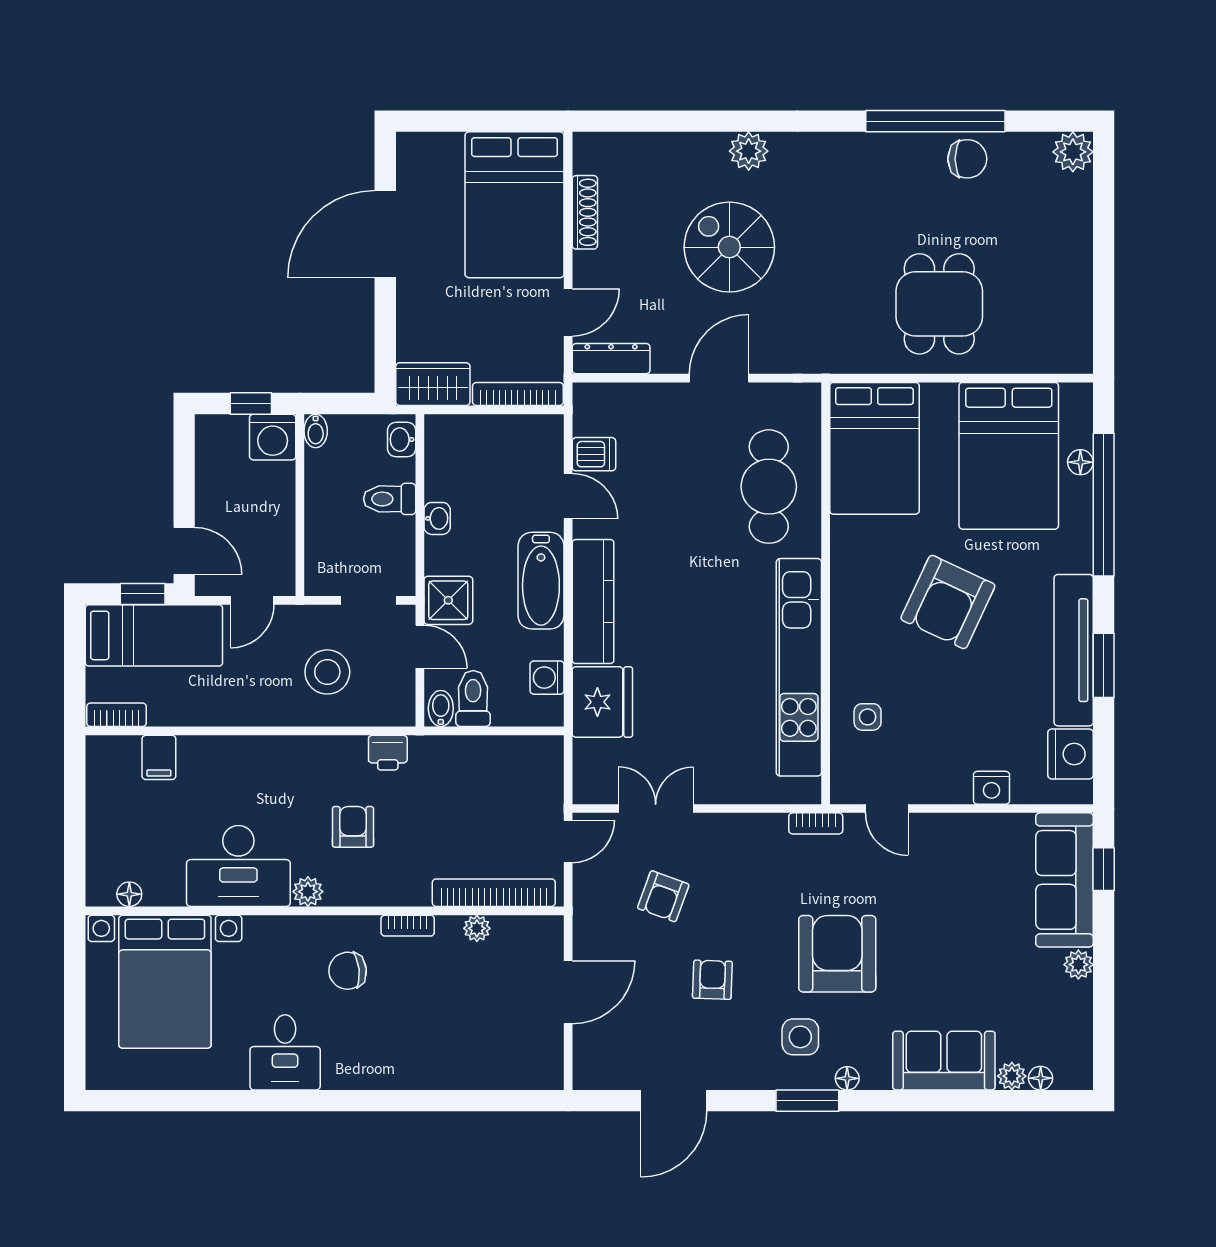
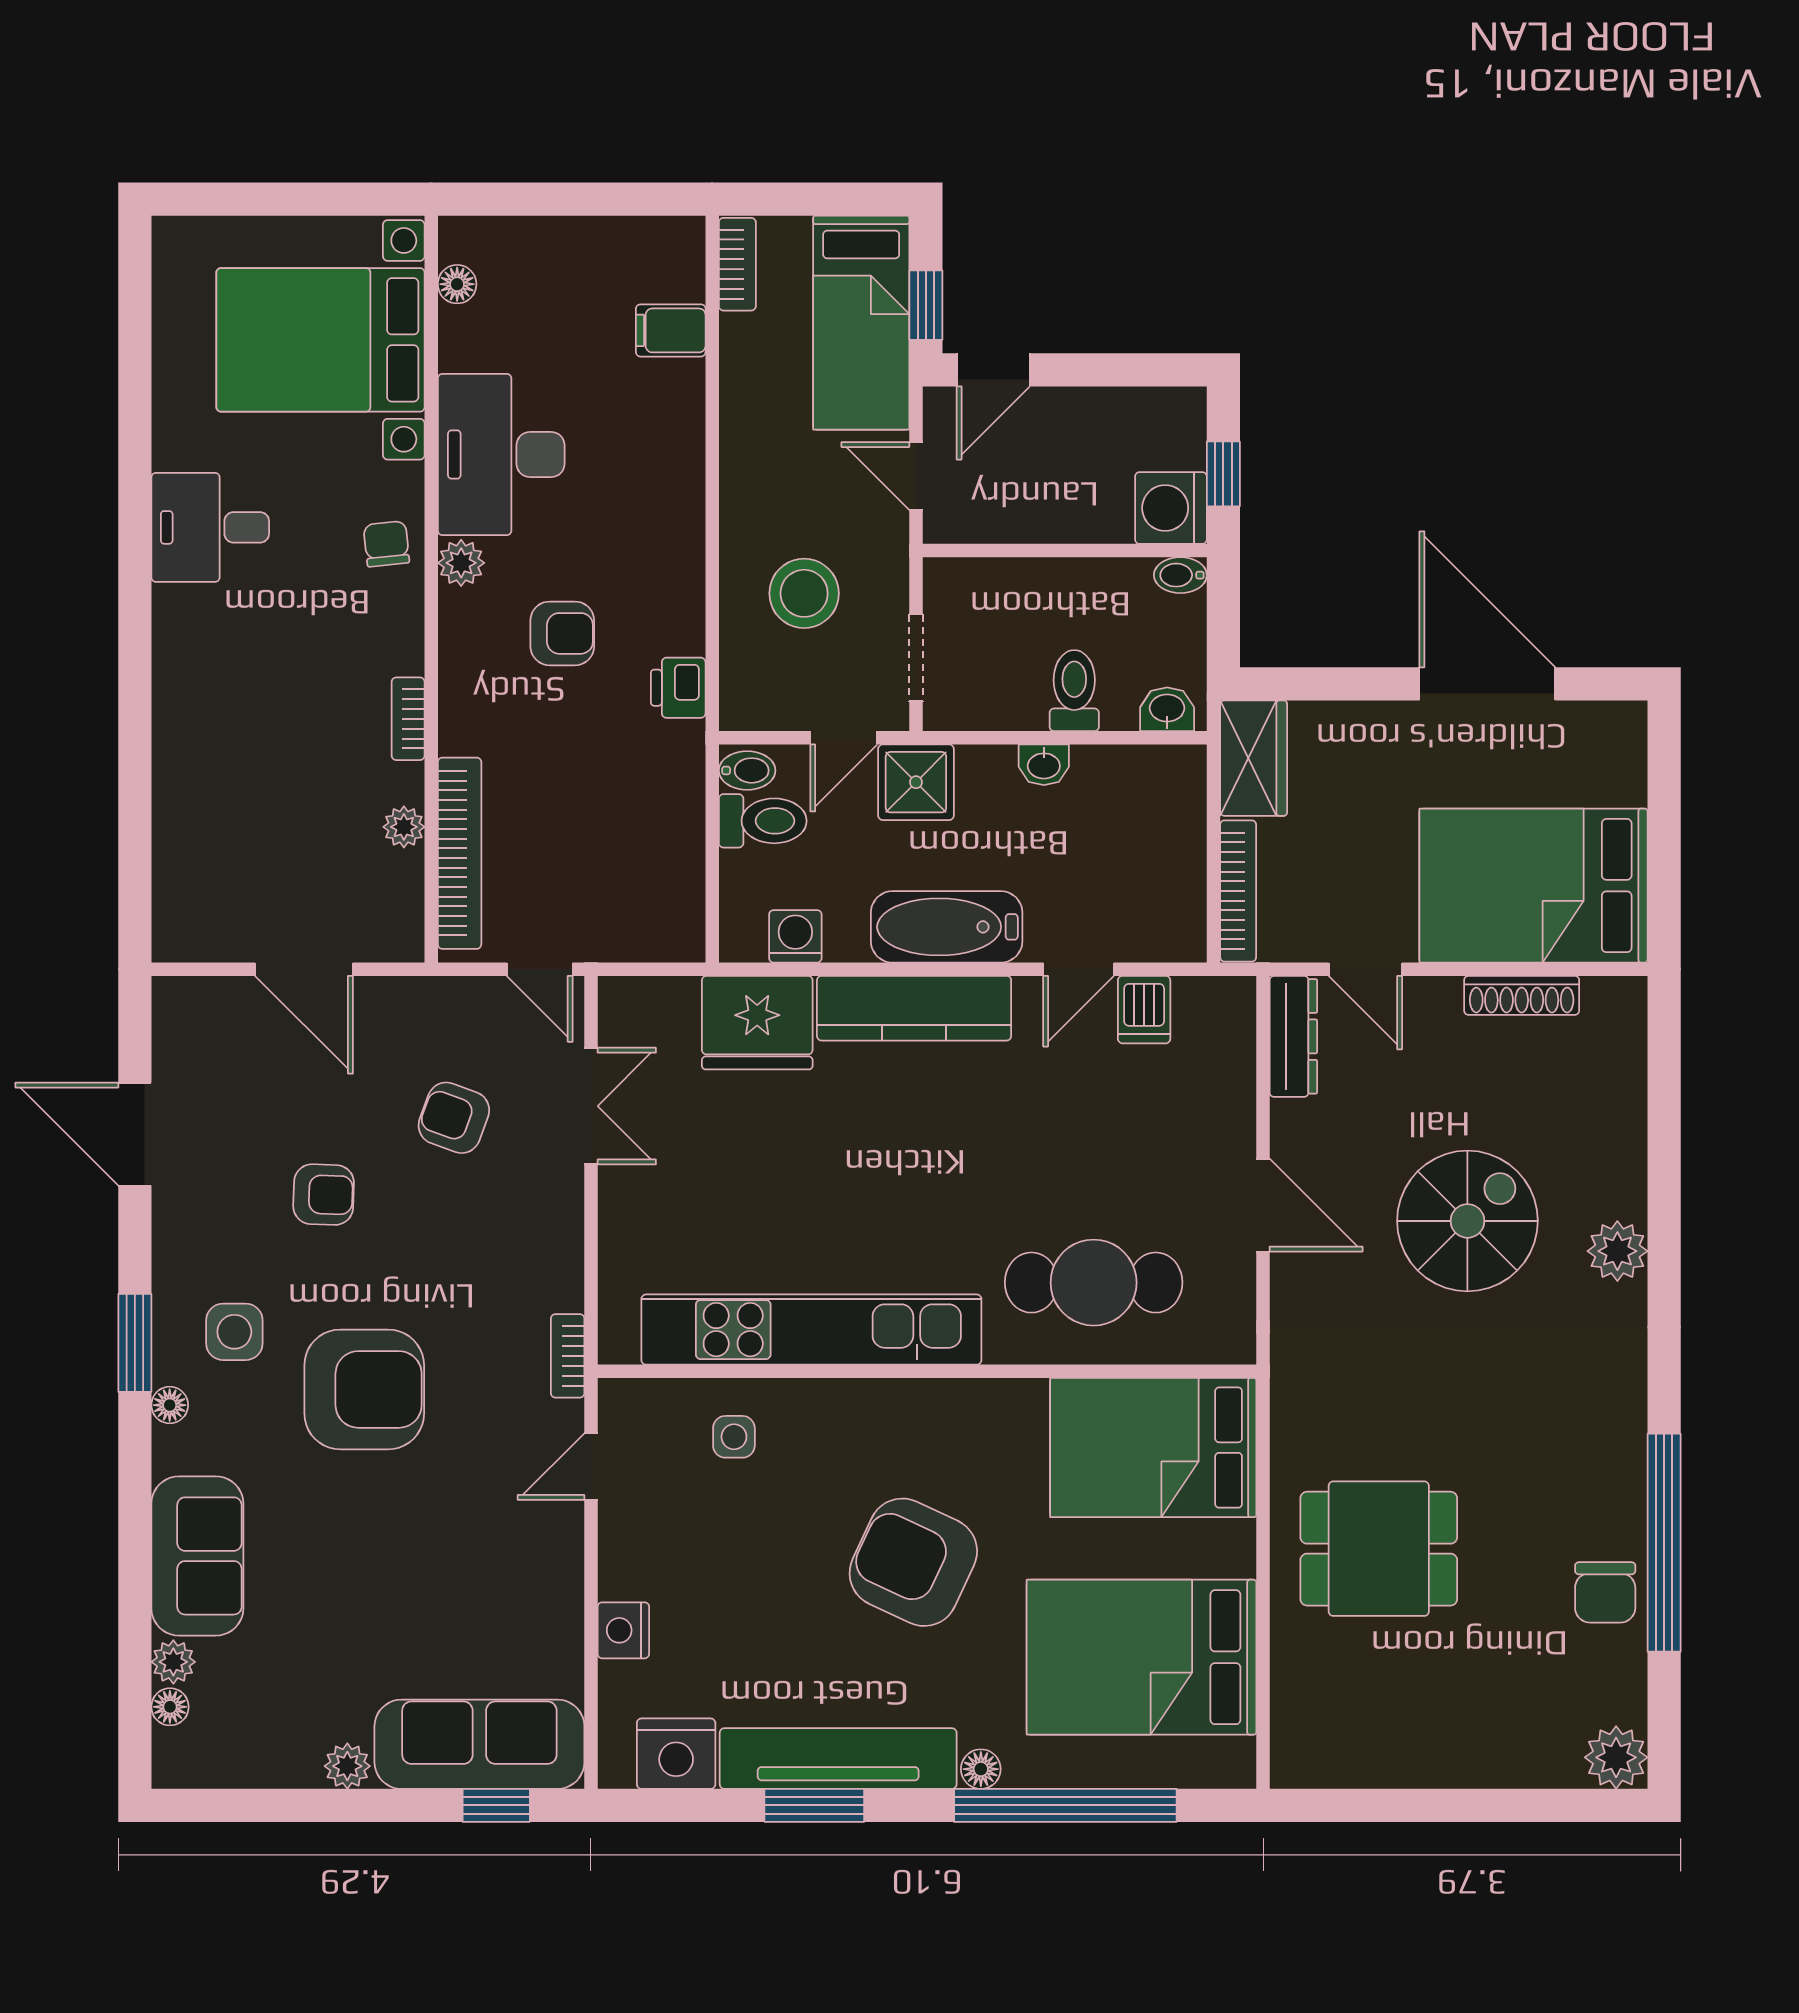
floor lamp: (1080, 462) -> (981, 1769), moved
chair: (348, 971) -> (386, 544), moved, width x0.73, depth x0.73

